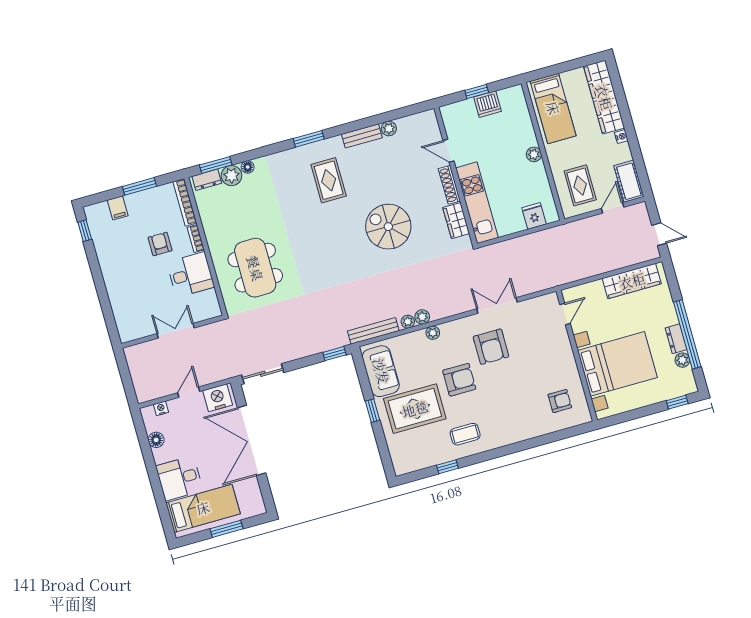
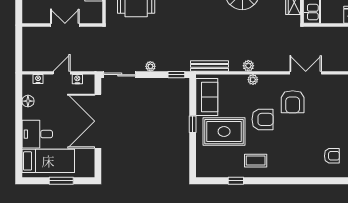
plant: (408, 322) -> (150, 66), moved
nightstand: (218, 398) -> (77, 79), width x0.53, depth x0.56

